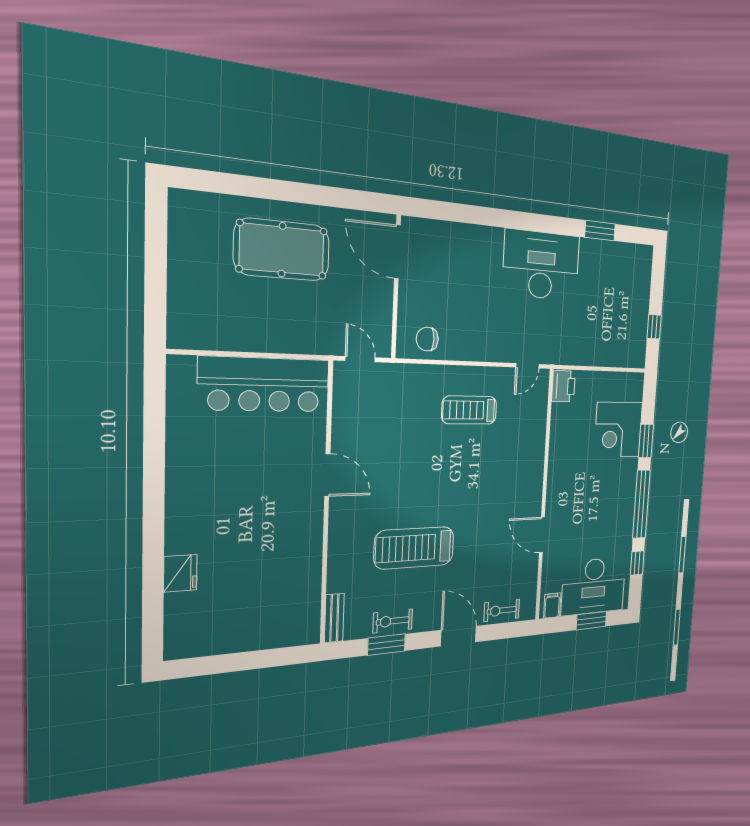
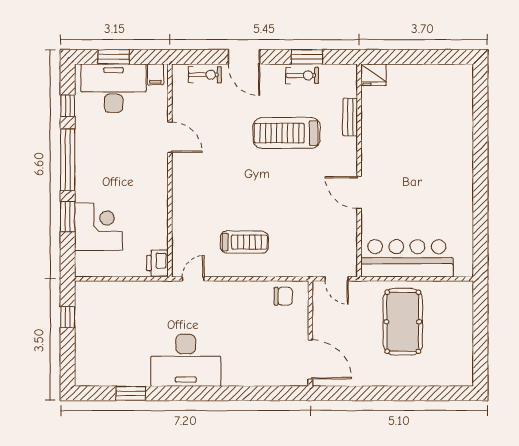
pool table: (282, 250) -> (403, 322), moved, turned 90
treadmill: (414, 548) -> (287, 133), turned 180
fridge: (180, 573) -> (374, 75), moved, turned -90
bench: (334, 618) -> (350, 117), moved

